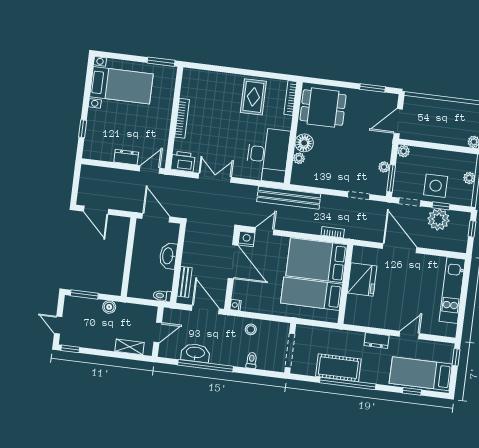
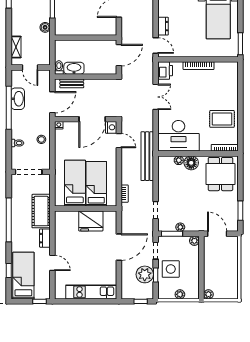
washbasin: (168, 256) -> (74, 68), moved
bed: (317, 260) -> (96, 184), width x0.67
cot: (338, 368) -> (41, 211), moved

